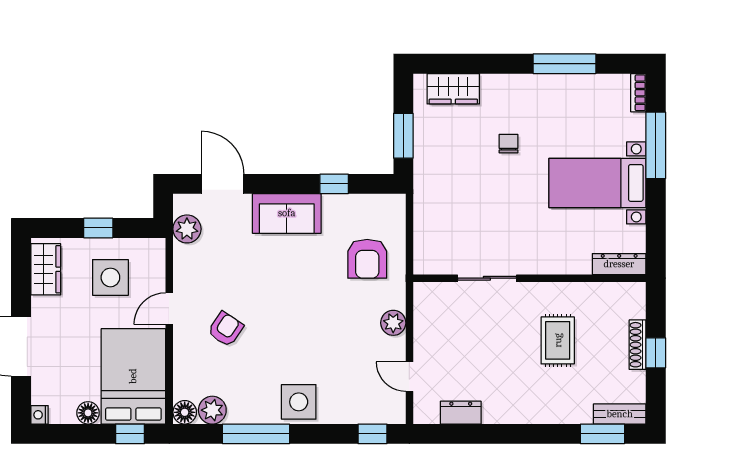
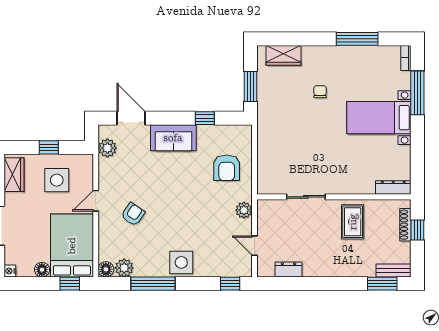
dresser: (619, 264) -> (393, 187), moved
sliding door: (487, 278) -> (306, 197), moved
wall: (530, 278) -> (334, 197), moved

